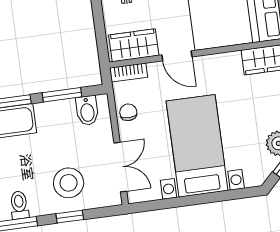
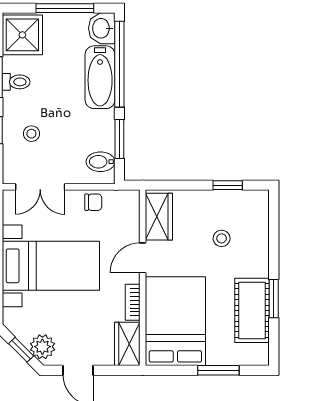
bookcase: (129, 73) -> (133, 302), moved
stool: (69, 183) -> (31, 134), width x0.53, depth x0.53

